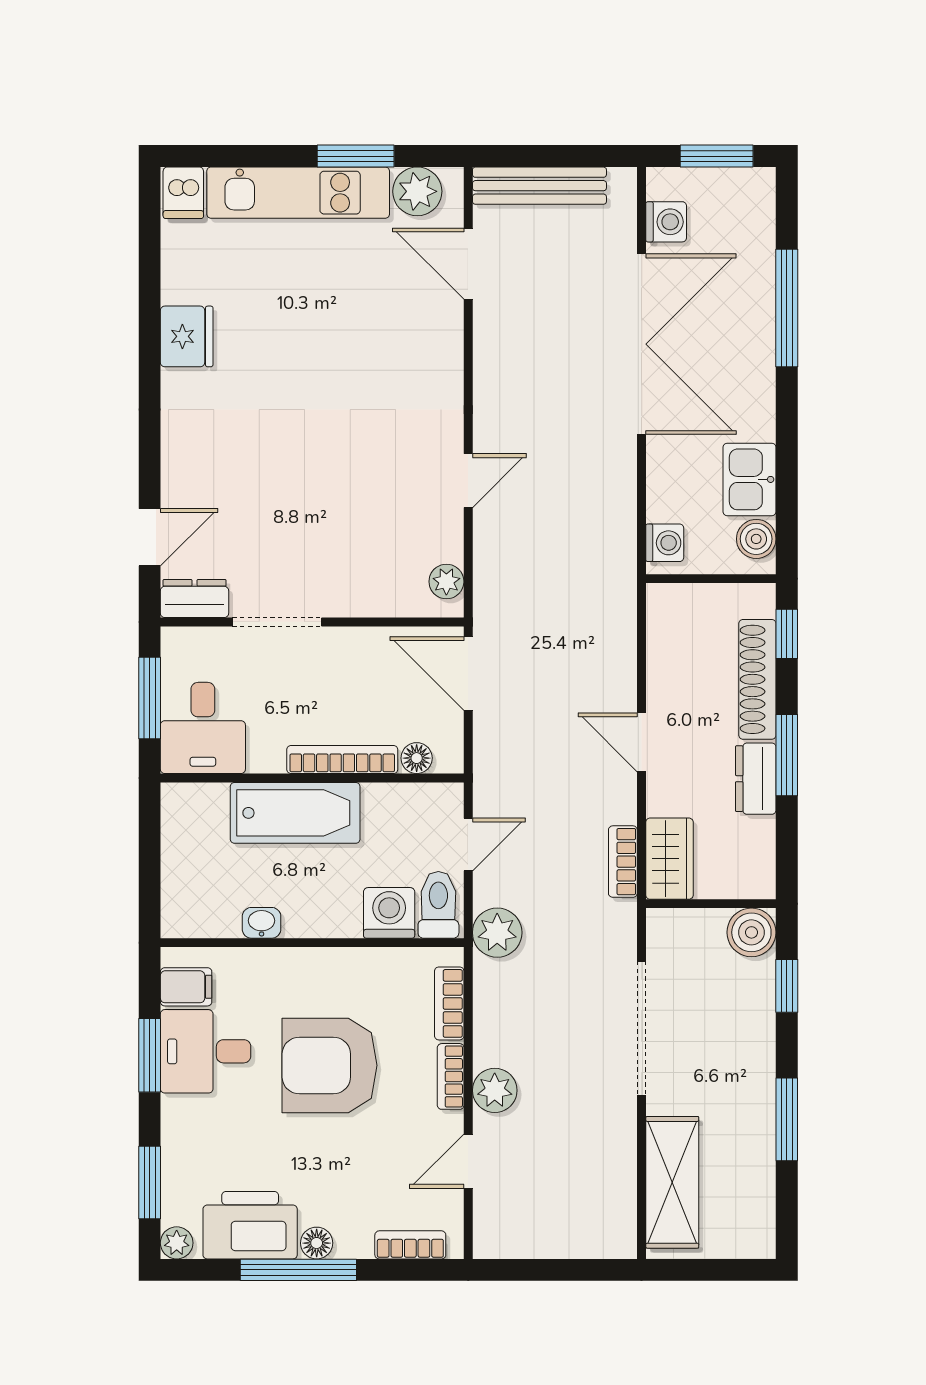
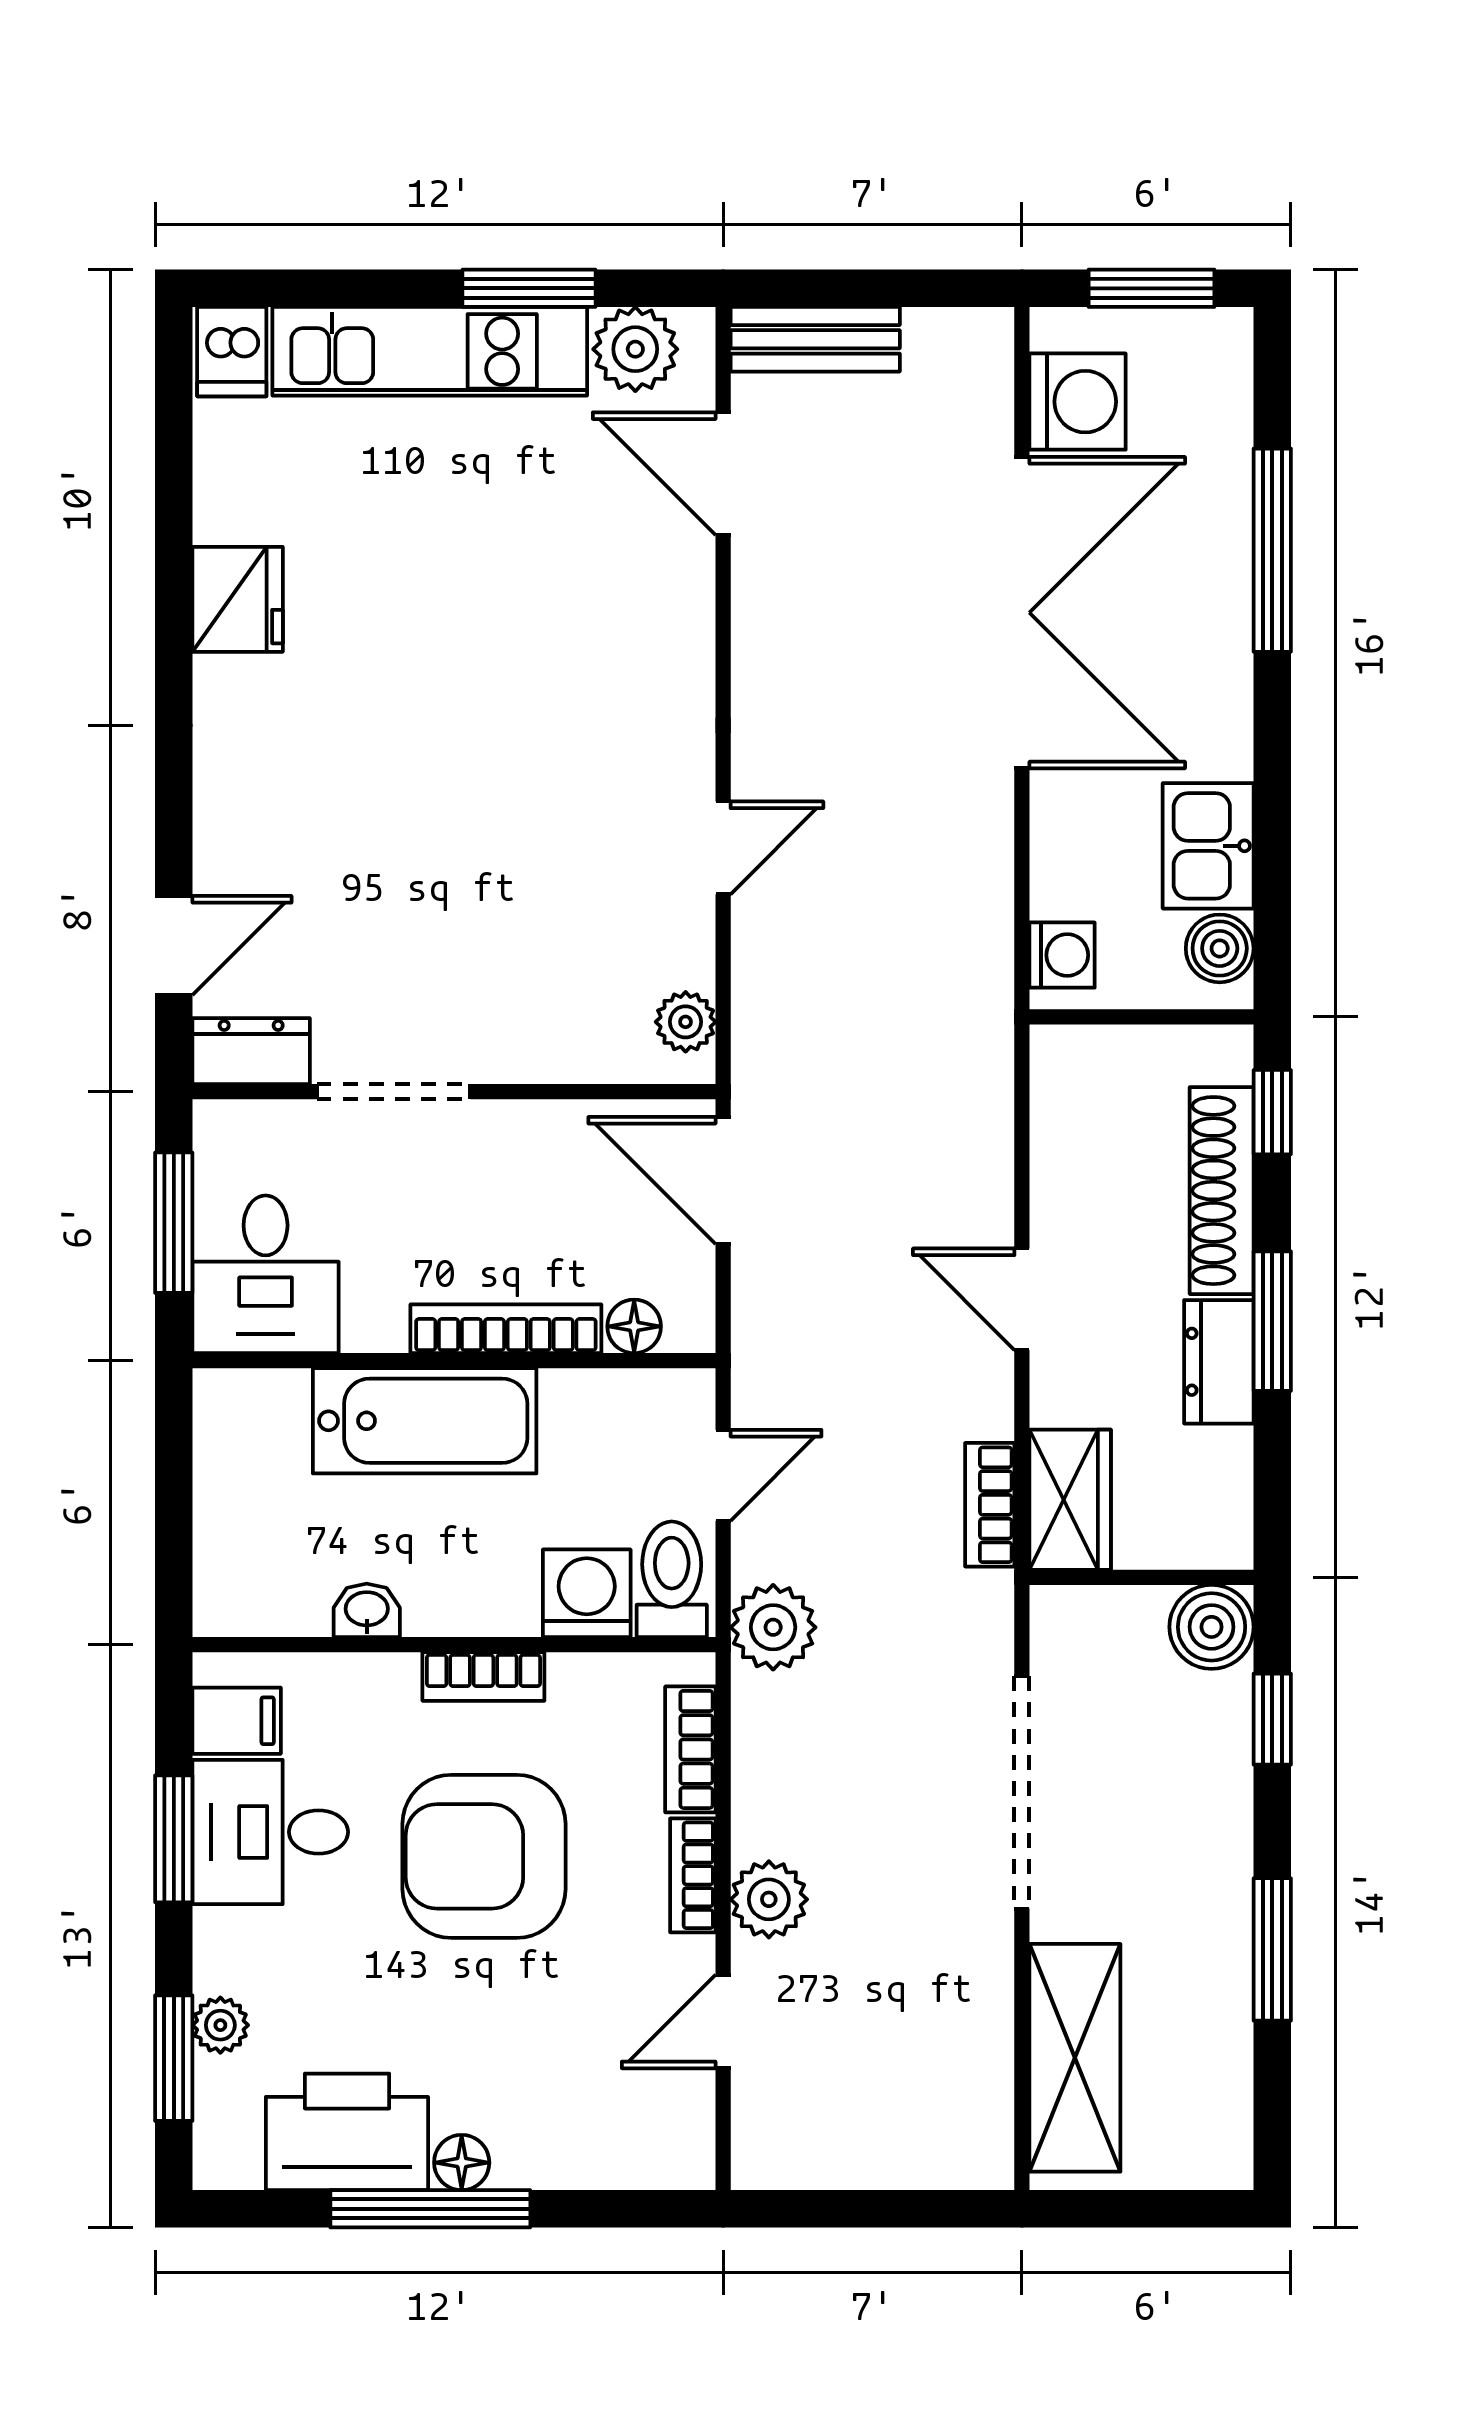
bench: (539, 186) -> (815, 339), width x0.73
washing machine: (666, 222) -> (1078, 402), width x1.38, depth x1.38
plant: (177, 1243) -> (220, 2025), moved
bookcase: (410, 1245) -> (483, 1676), moved, turned 180

